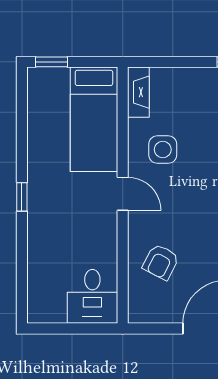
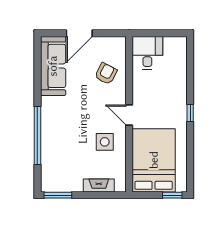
fireplace: (138, 92) -> (99, 185), moved, turned 90
bed: (94, 119) -> (154, 160), width x1.50

